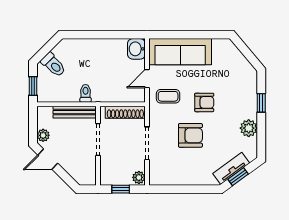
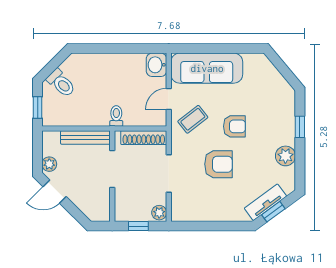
toilet: (86, 93) -> (116, 116), moved
coffee table: (168, 96) -> (193, 119), turned -38

